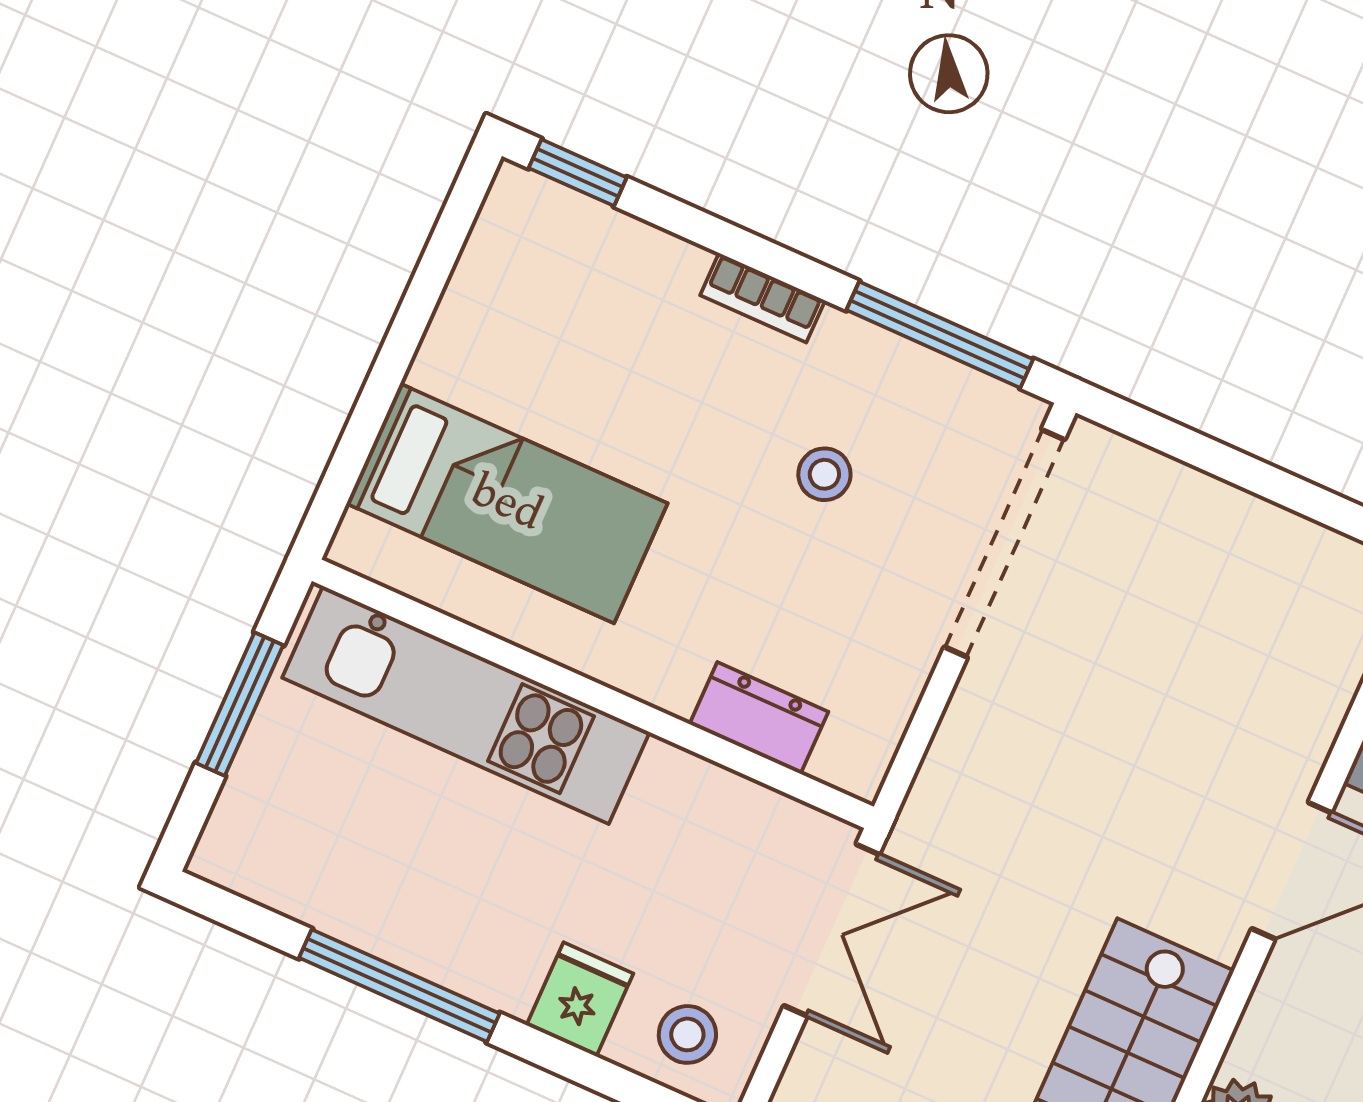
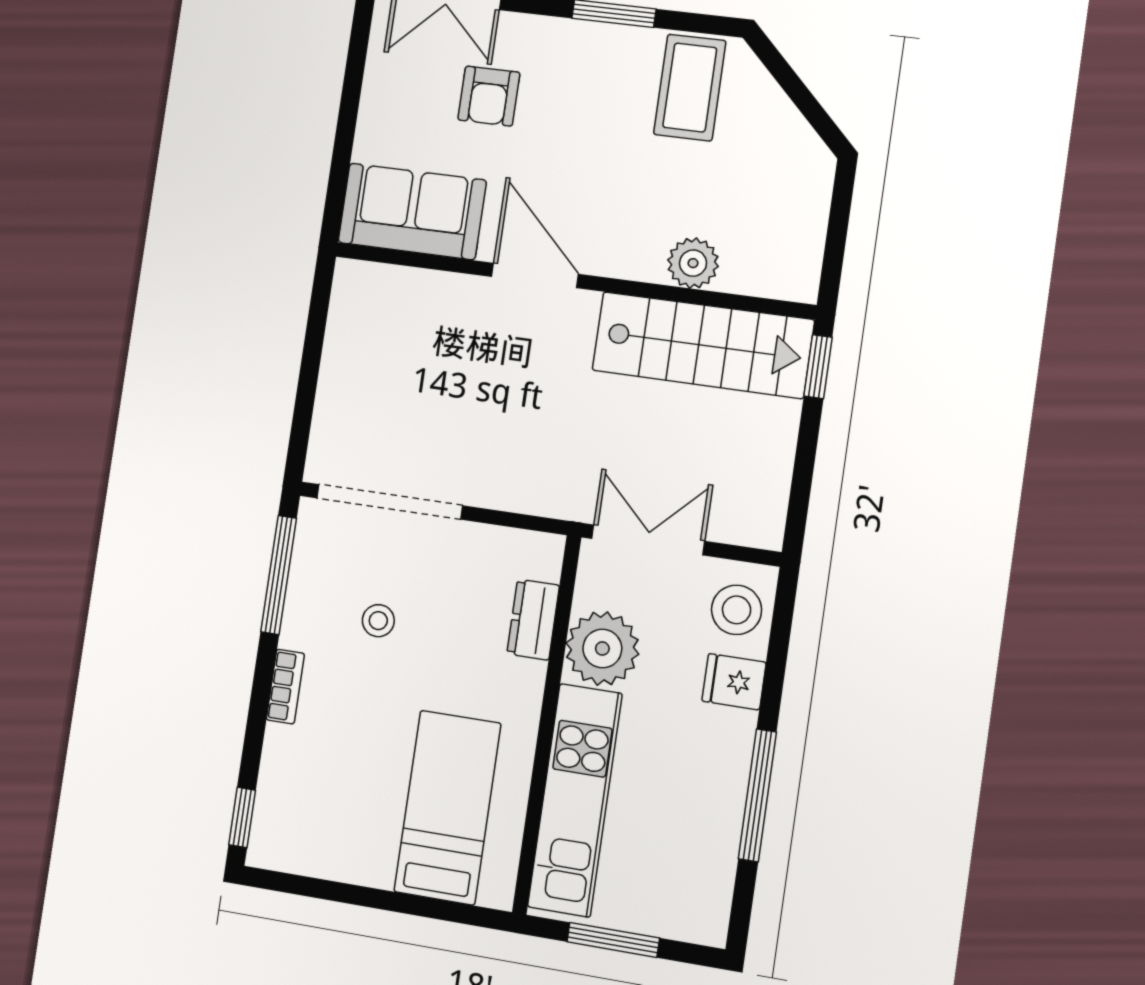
plant: (685, 813) -> (602, 649), added
stool: (687, 1034) -> (737, 610), width x1.37, depth x1.37

